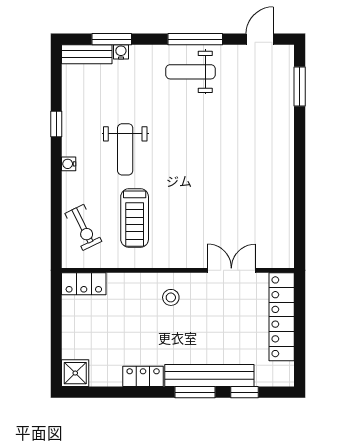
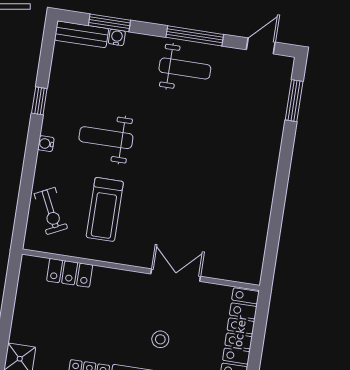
weight bench: (191, 72) -> (185, 69), turned 180
weight bench: (125, 149) -> (106, 138), turned 90
double door: (231, 270) -> (176, 275), moved
locker: (84, 284) -> (70, 273), moved
stool: (171, 297) -> (160, 339), moved

